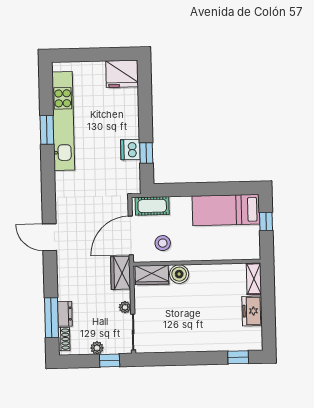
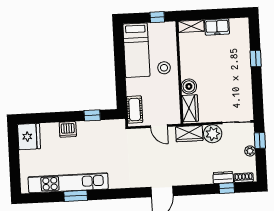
dishwasher: (130, 150) -> (68, 129), moved
window: (266, 221) -> (157, 17), moved
door: (131, 236) -> (159, 126), width x0.53
stool: (163, 243) -> (164, 68), moved
plant: (125, 307) -> (213, 134), width x1.88, depth x1.88
window: (51, 318) -> (227, 188), width x0.46
window: (238, 357) -> (256, 59), moved

